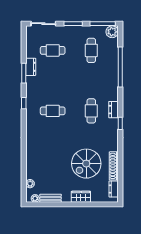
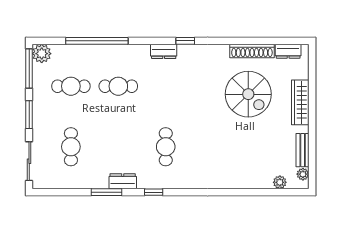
dresser: (31, 67) -> (123, 181), moved
cafe table: (91, 111) -> (118, 86), moved
wardrobe: (81, 197) -> (300, 102), width x1.50

